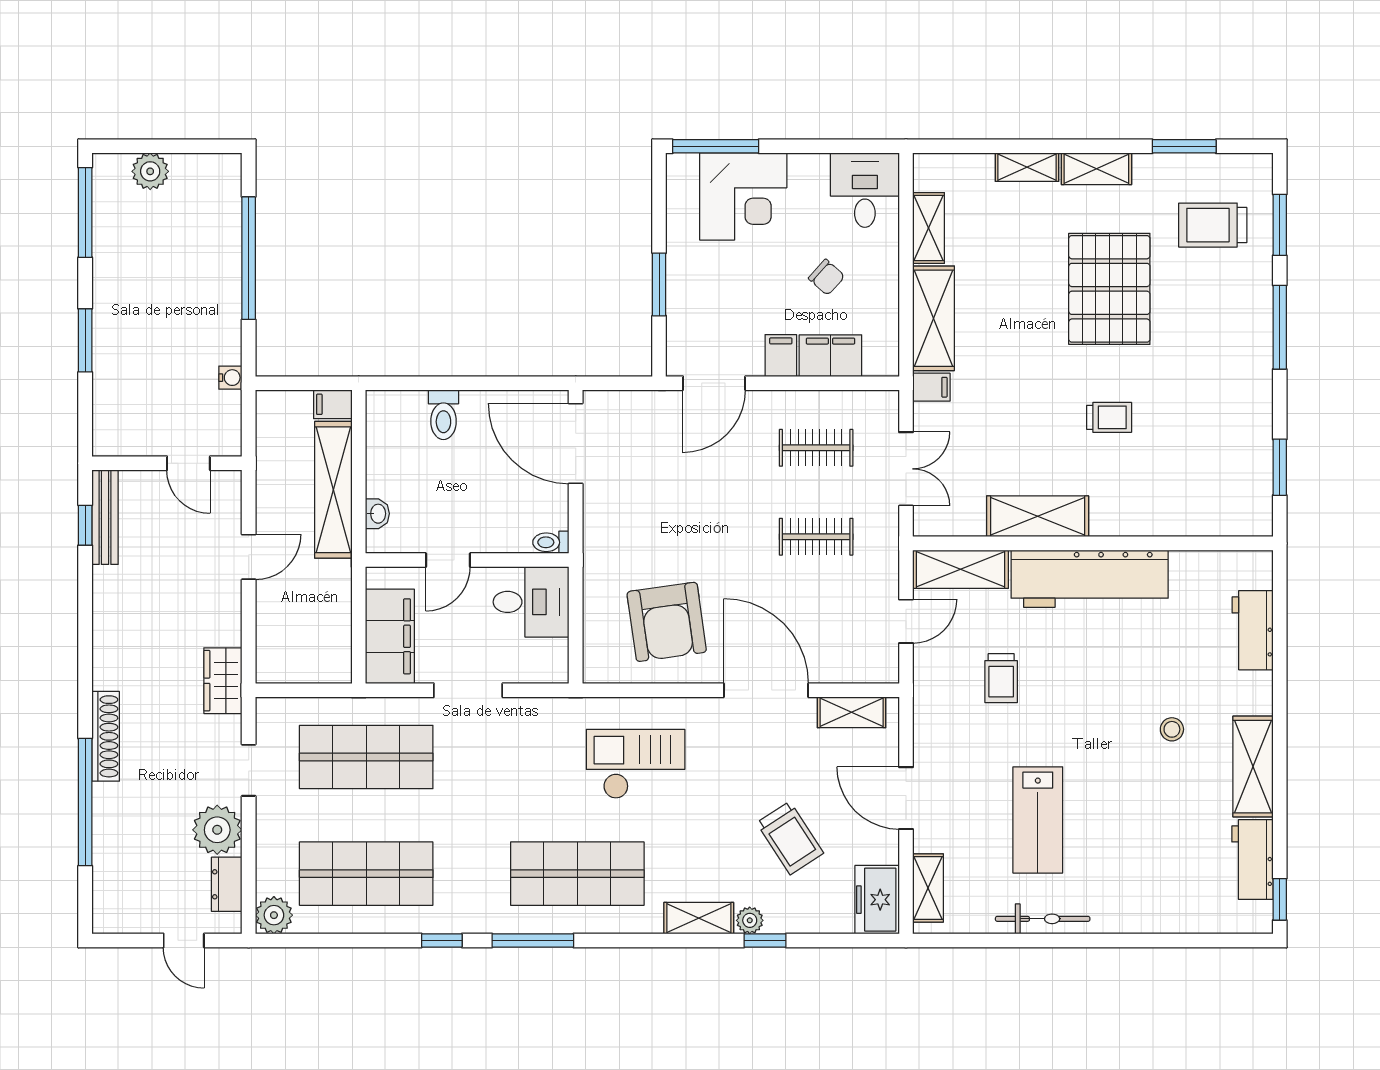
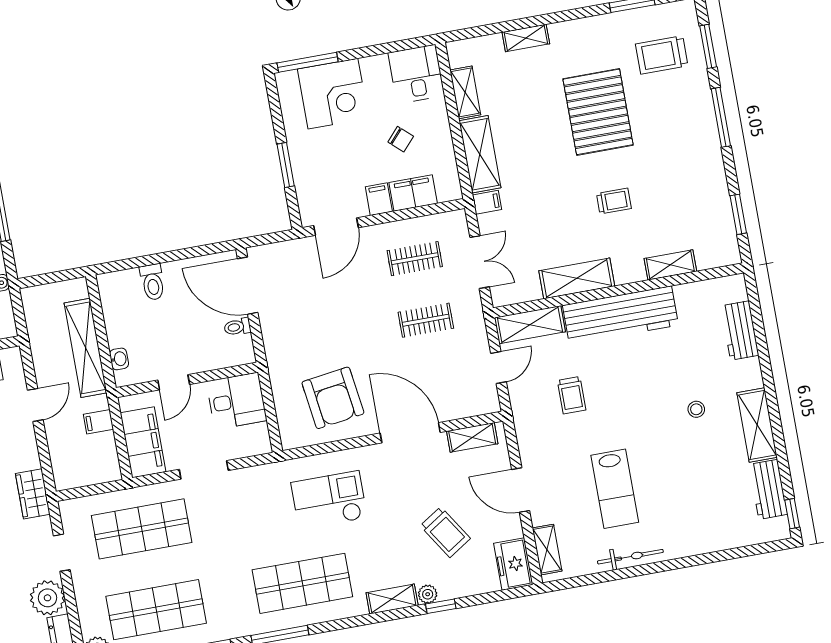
shelving: (1096, 169) -> (670, 265), moved
filing cabinet: (333, 404) -> (98, 422), moved
toilet: (551, 542) -> (237, 327), moved

